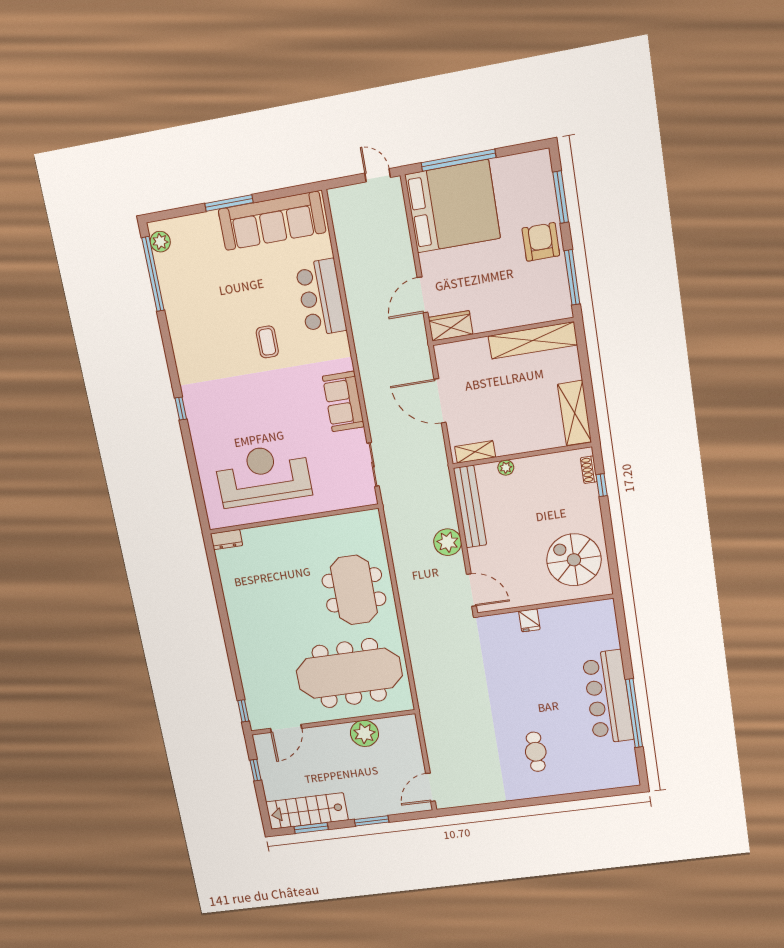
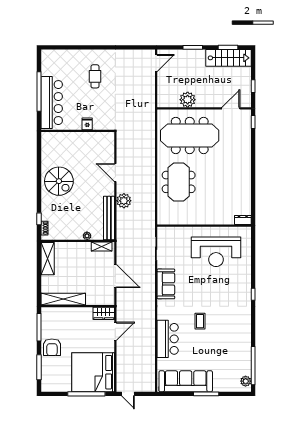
wall: (545, 606) -> (78, 131), moved
fridge: (529, 620) -> (87, 124), moved

